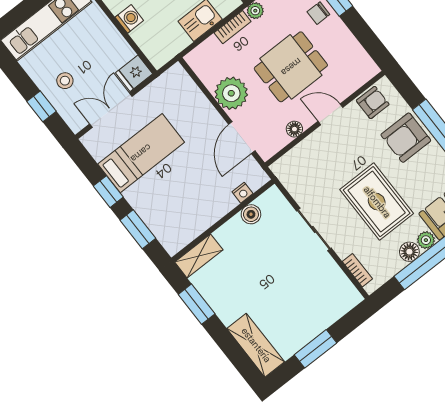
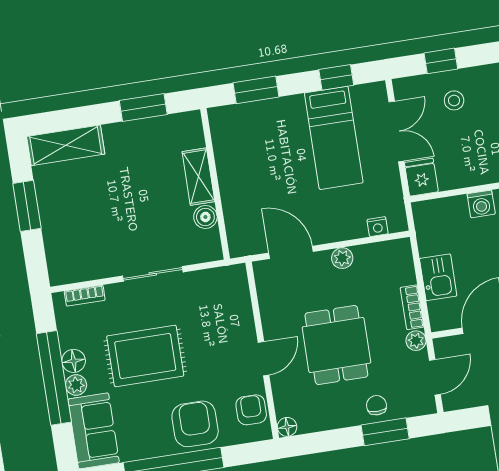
plant: (231, 93) -> (342, 258), width x0.53, depth x0.53
armchair: (373, 103) -> (251, 410), turned 180
floor lamp: (294, 129) -> (287, 427), moved
window: (108, 192) -> (336, 77), moved
nightstand: (243, 193) -> (378, 227), moved, turned -90
shelving: (199, 256) -> (198, 177), moved

